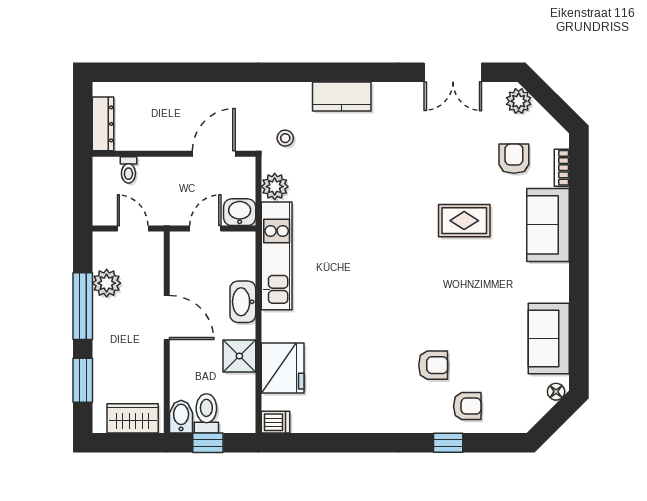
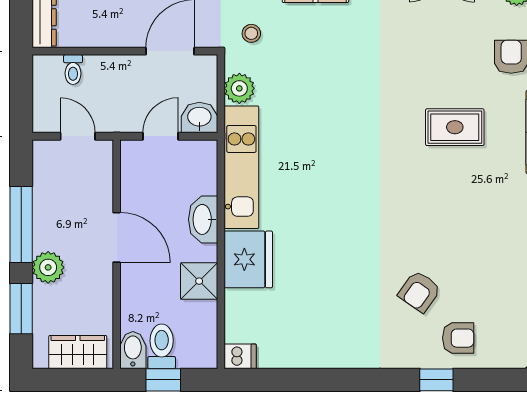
plant: (107, 283) -> (48, 267), moved
armchair: (433, 365) -> (419, 291), turned 125
fridge: (283, 368) -> (248, 259), moved

